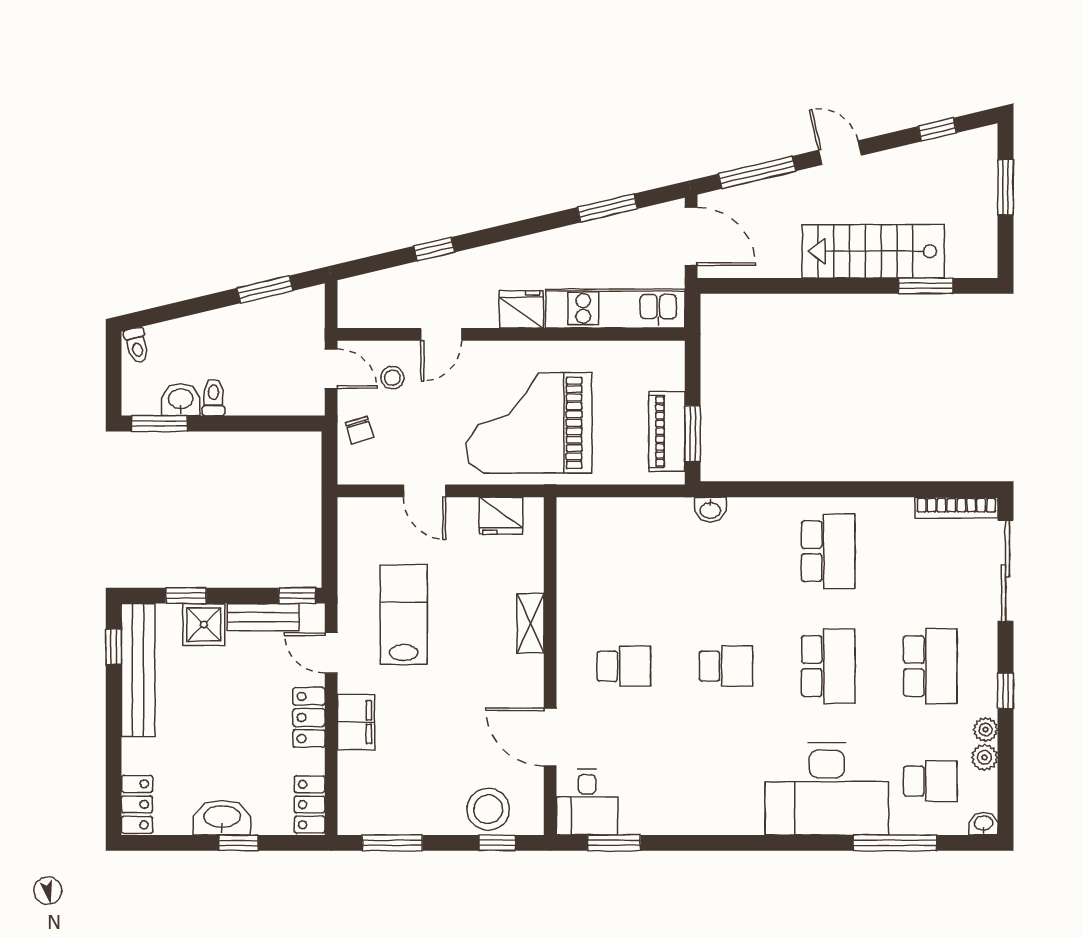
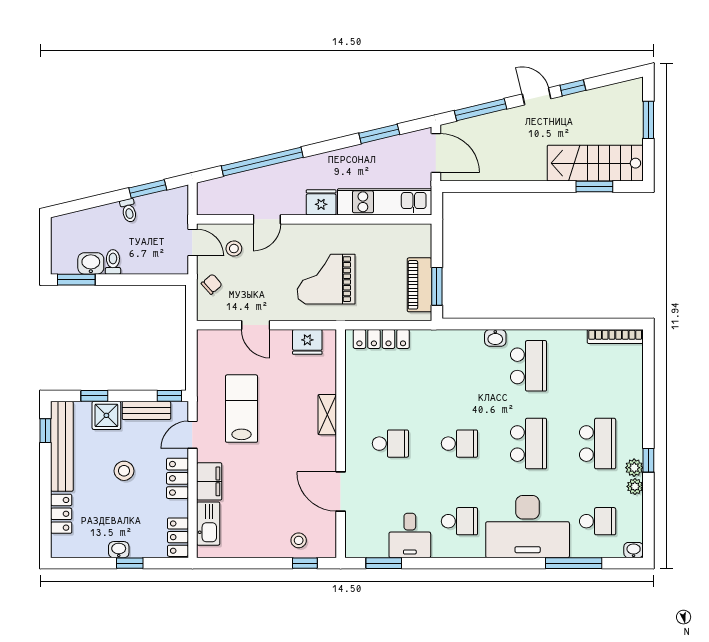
window: (937, 130) -> (573, 88), moved
window: (434, 249) -> (262, 162), width x3.17
stairs: (873, 251) -> (595, 163), moved
toilet: (137, 345) -> (129, 211), moved
grand piano: (529, 423) -> (326, 279), width x0.73, depth x0.68
chair: (359, 430) -> (212, 284), turned -115
washbasin: (710, 510) -> (495, 338), moved
locker: (610, 511) -> (381, 339), added
sliding door: (1006, 571) -> (648, 379), removed
door: (331, 653) -> (192, 435), hinge flipped
stool: (230, 706) -> (124, 471), added
plant: (984, 757) -> (634, 468), moved
school desk: (726, 781) -> (459, 521), added
kitchen sink: (354, 784) -> (208, 524), added
desk: (587, 802) -> (410, 535), moved
locker: (137, 804) -> (61, 514), moved
stool: (488, 809) -> (299, 540), width x0.53, depth x0.53
washbasin: (222, 818) -> (119, 550), width x0.52, depth x0.69
window: (392, 843) -> (234, 563), removed

